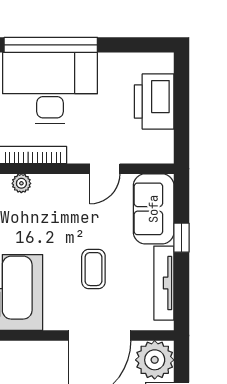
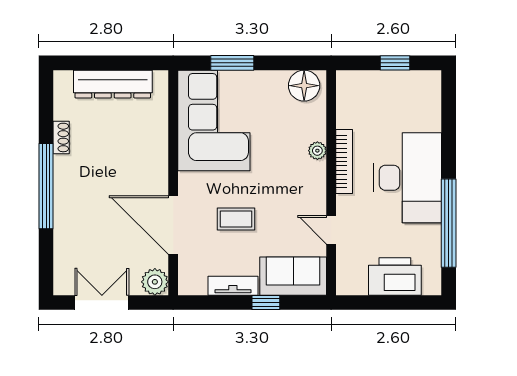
window: (51, 45) -> (449, 223), moved
tv unit: (164, 283) -> (233, 286), width x0.71
plant: (155, 360) -> (155, 282), width x0.73, depth x0.73

